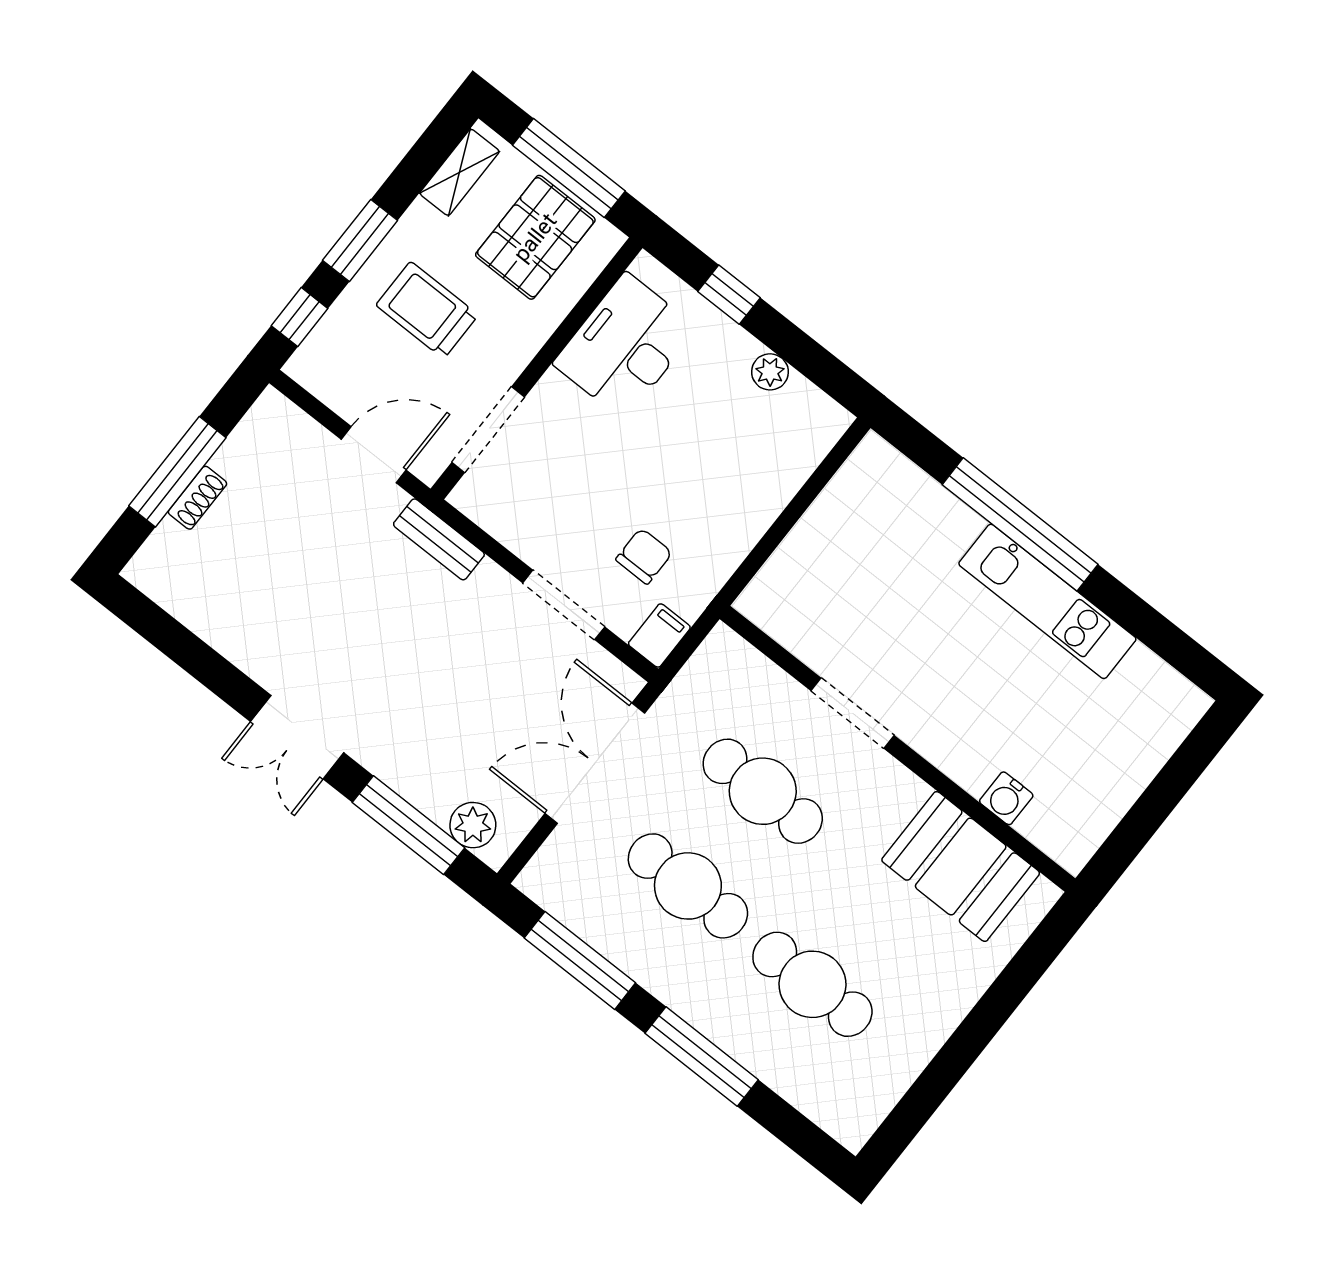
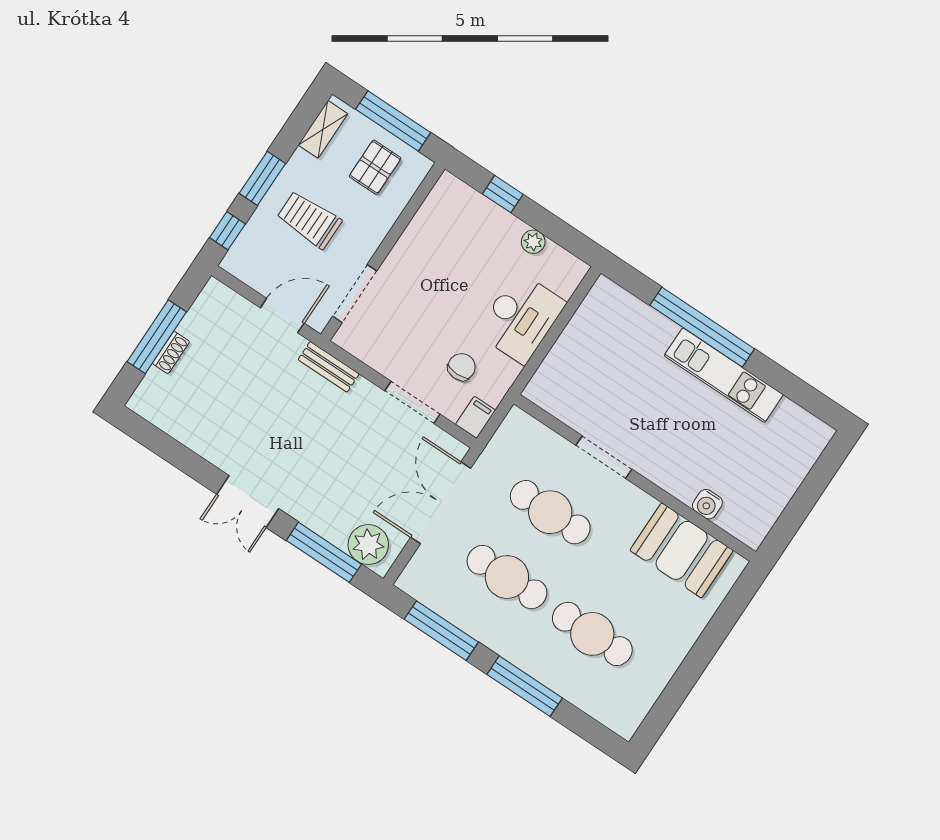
pallet: (535, 237) -> (375, 167), width x0.67, depth x0.71
desk: (625, 346) -> (521, 318), moved, turned 180
plant: (473, 825) -> (368, 545), width x1.36, depth x1.36

